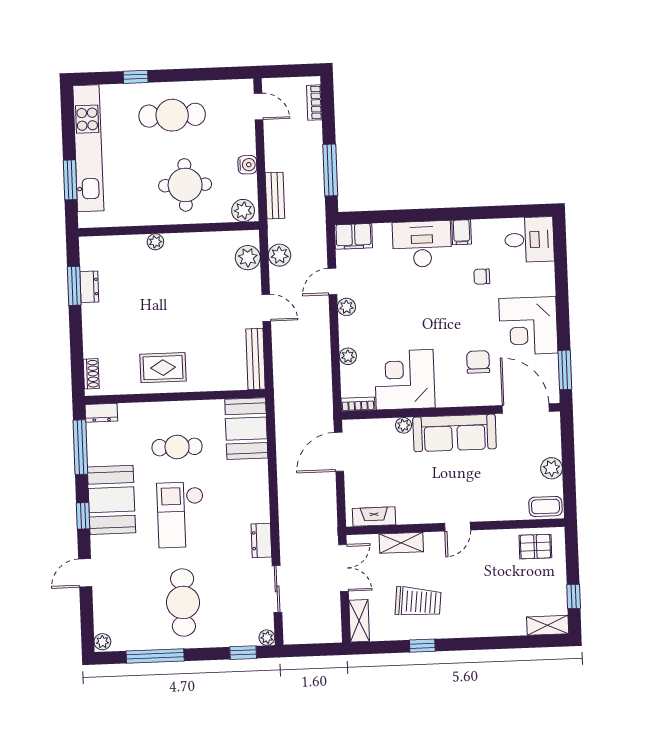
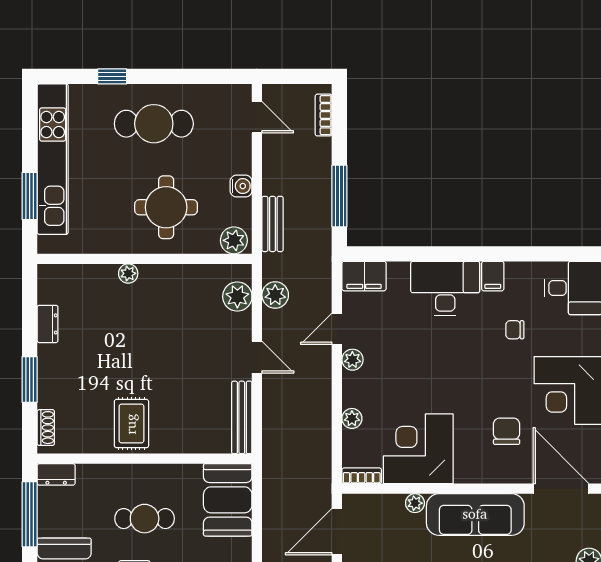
window: (74, 286) -> (30, 380), moved
rug: (163, 368) -> (131, 424), turned 90

